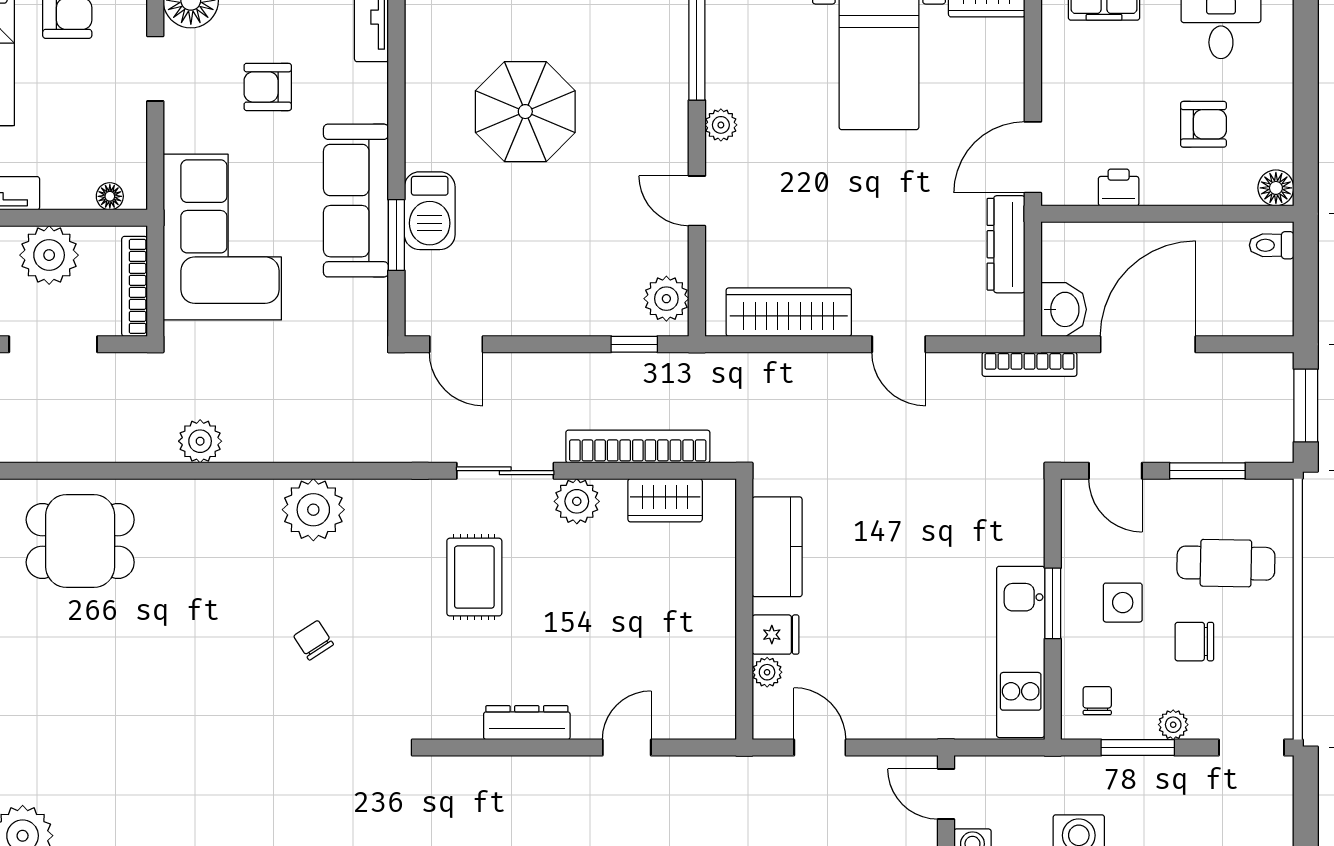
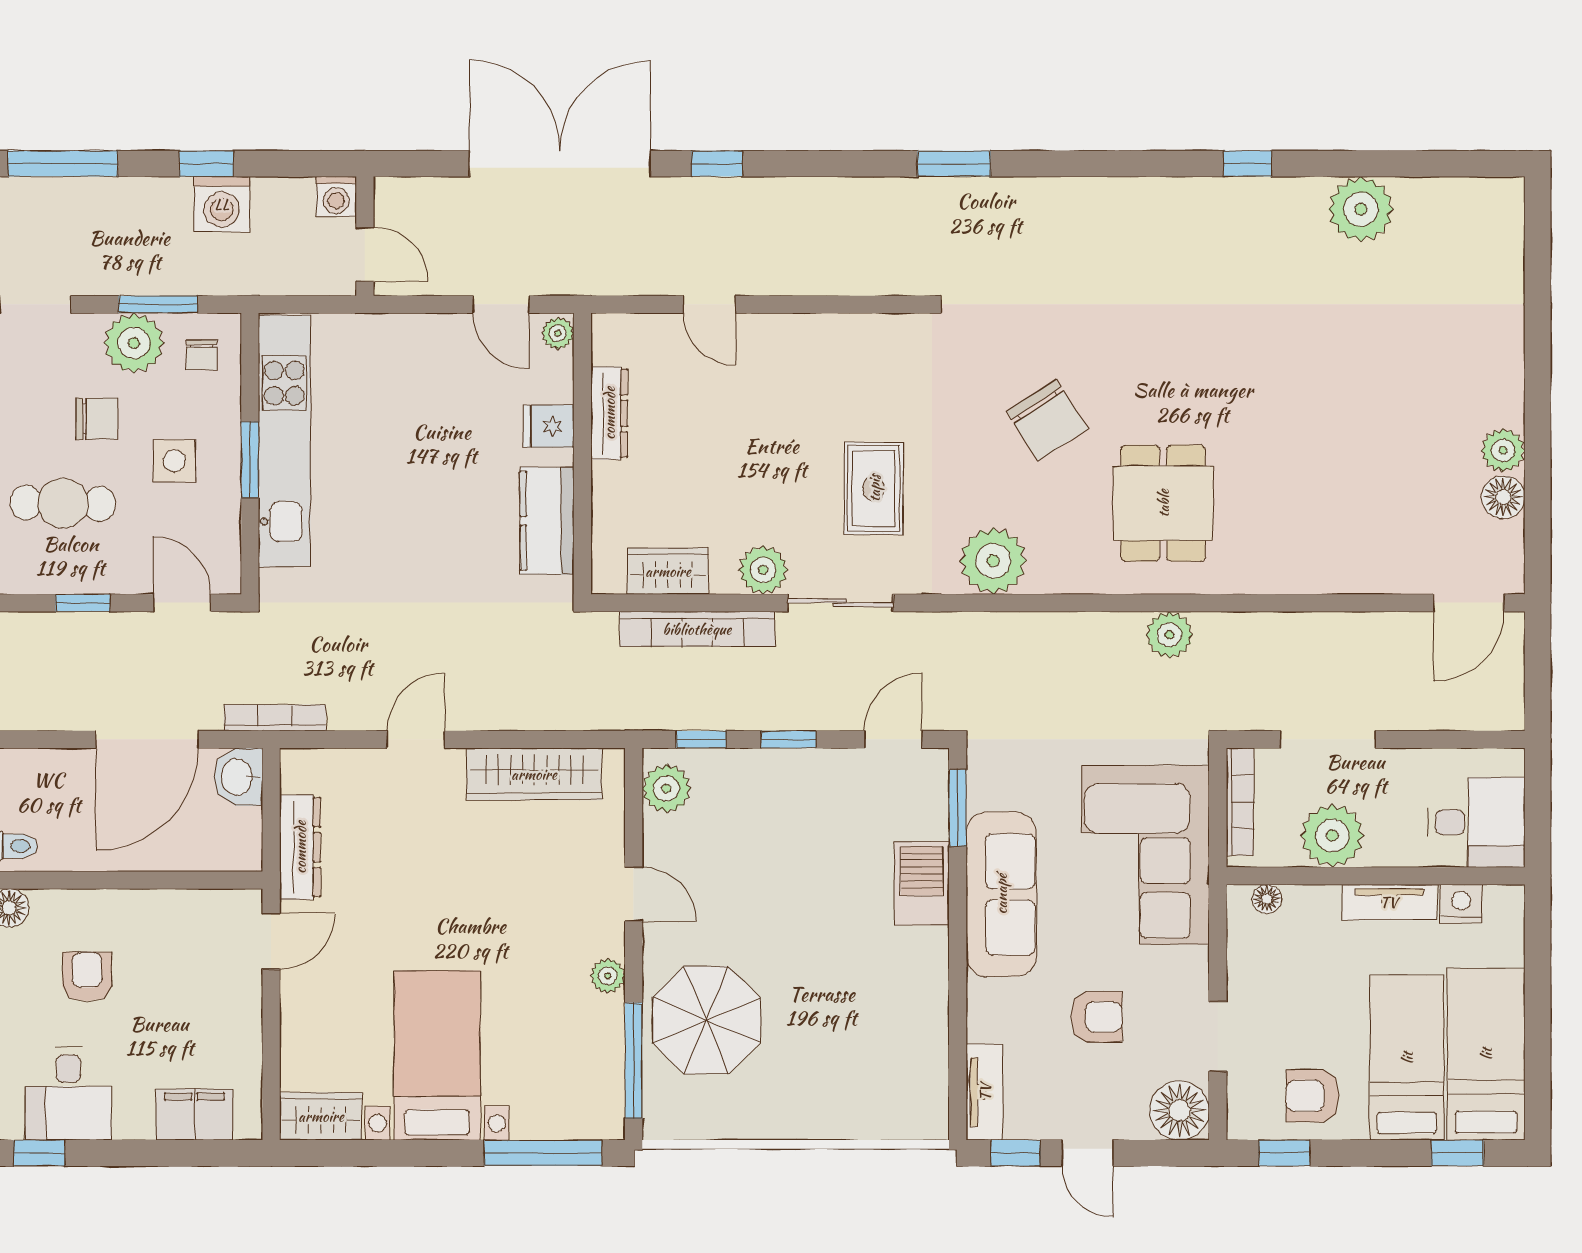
parasol: (525, 112) -> (707, 1020), moved
armchair: (1204, 124) -> (87, 977), turned 90
door: (1033, 157) -> (271, 941), width x0.73
printer: (1119, 187) -> (179, 908), removed
window: (396, 235) -> (958, 808), moved
door: (456, 344) -> (893, 739), hinge flipped
window: (553, 344) -> (788, 739), added
door: (899, 344) -> (416, 739), hinge flipped
window: (1207, 471) -> (83, 603), width x0.67
plant: (313, 510) -> (993, 561), moved
dining table: (80, 541) -> (1163, 503), moved, turned 90
chair: (314, 640) -> (1047, 420), width x1.87, depth x1.87
kitchen unit: (1021, 652) -> (284, 441), width x1.36
plant: (767, 672) -> (558, 333), moved
dresser: (527, 723) -> (609, 413), moved, turned -90
plant: (1173, 725) -> (134, 343), width x1.88, depth x1.88
door: (627, 747) -> (709, 304), hinge flipped

